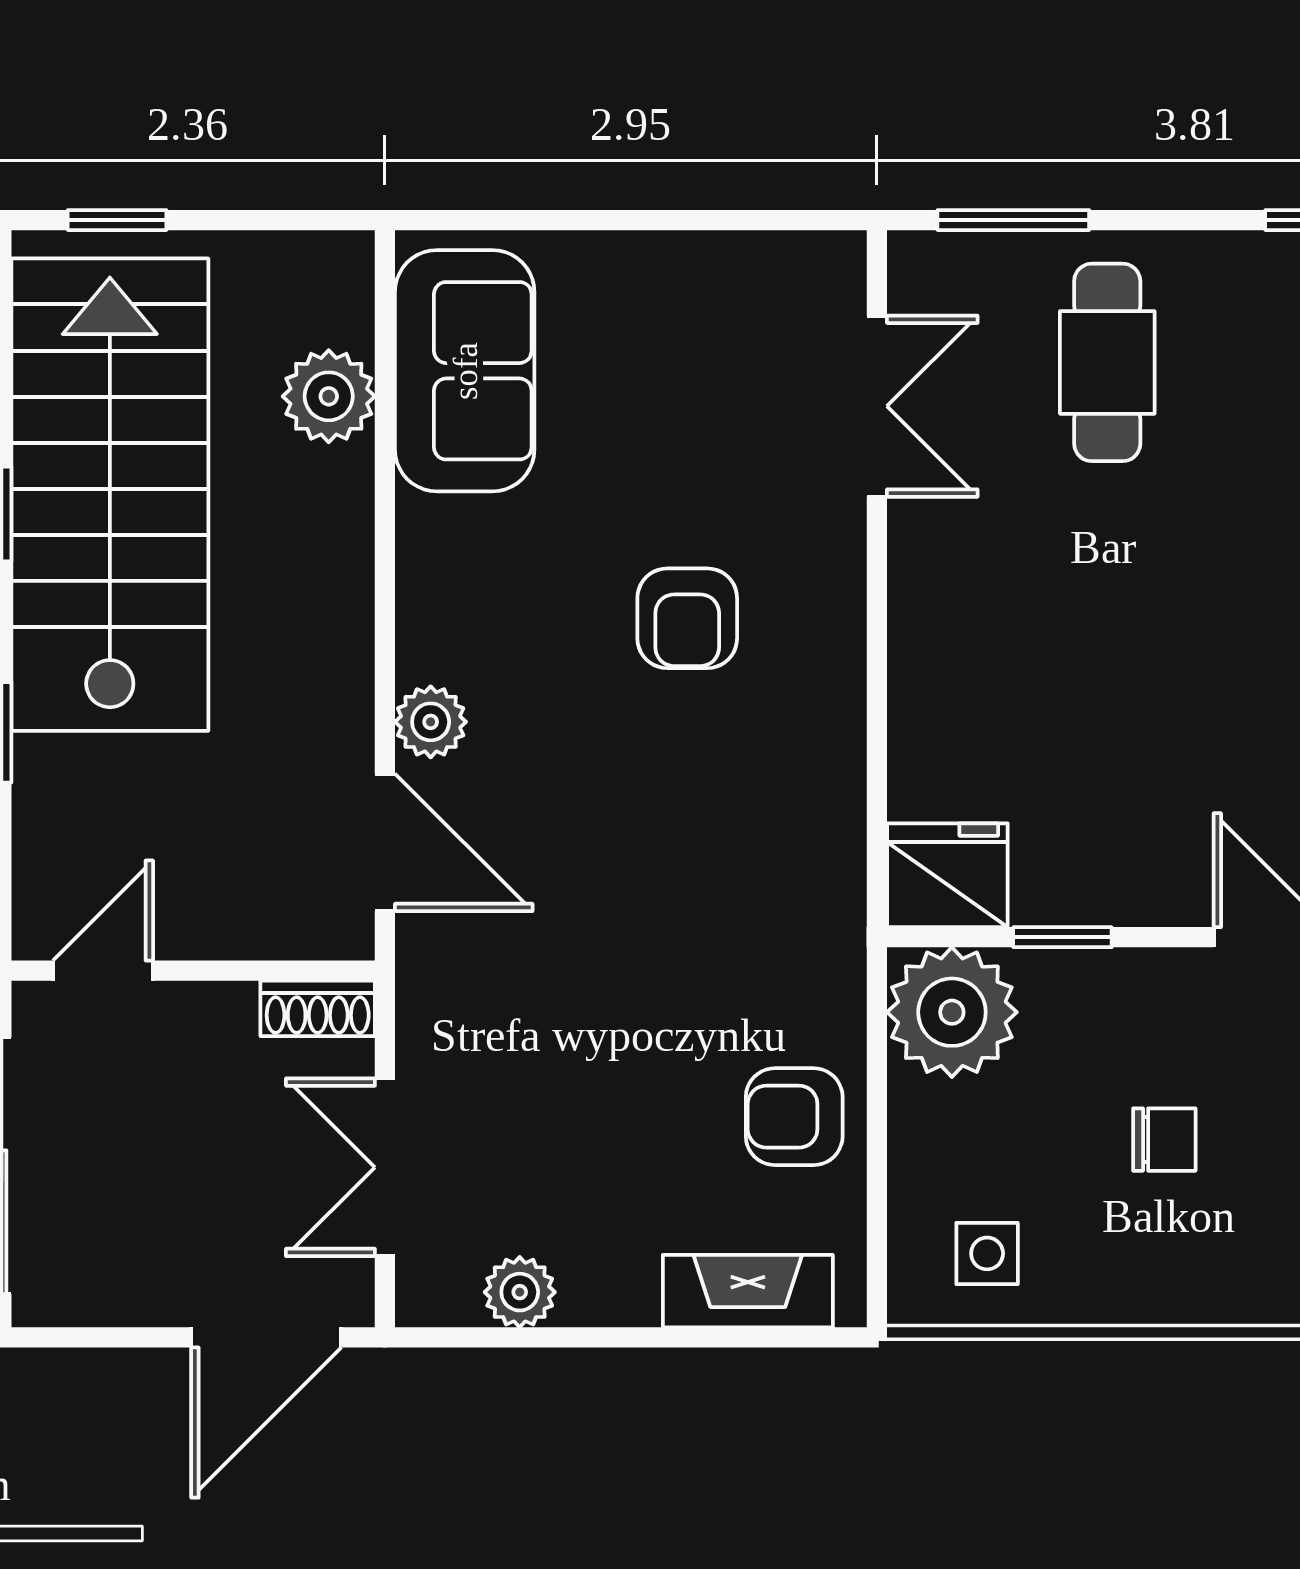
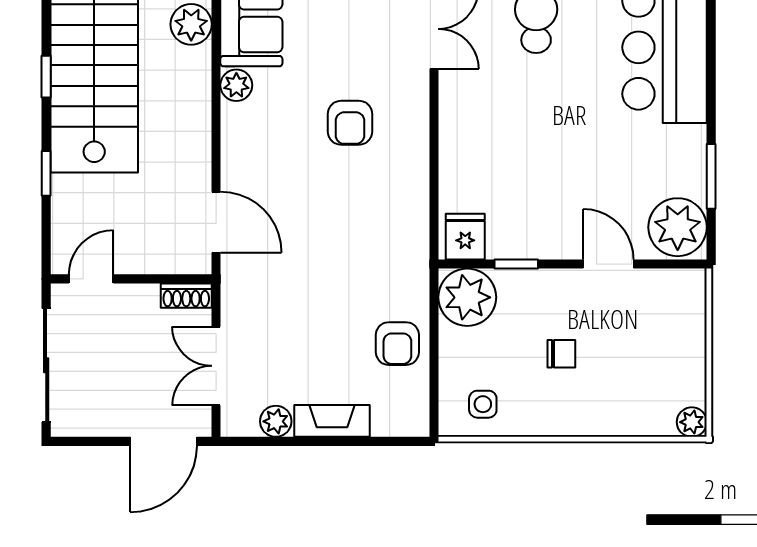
plant: (431, 722) -> (236, 85), moved
fridge: (947, 875) -> (465, 237), width x0.72
armchair: (794, 1117) -> (397, 344), turned -90
fireplace: (748, 1291) -> (332, 421), moved

